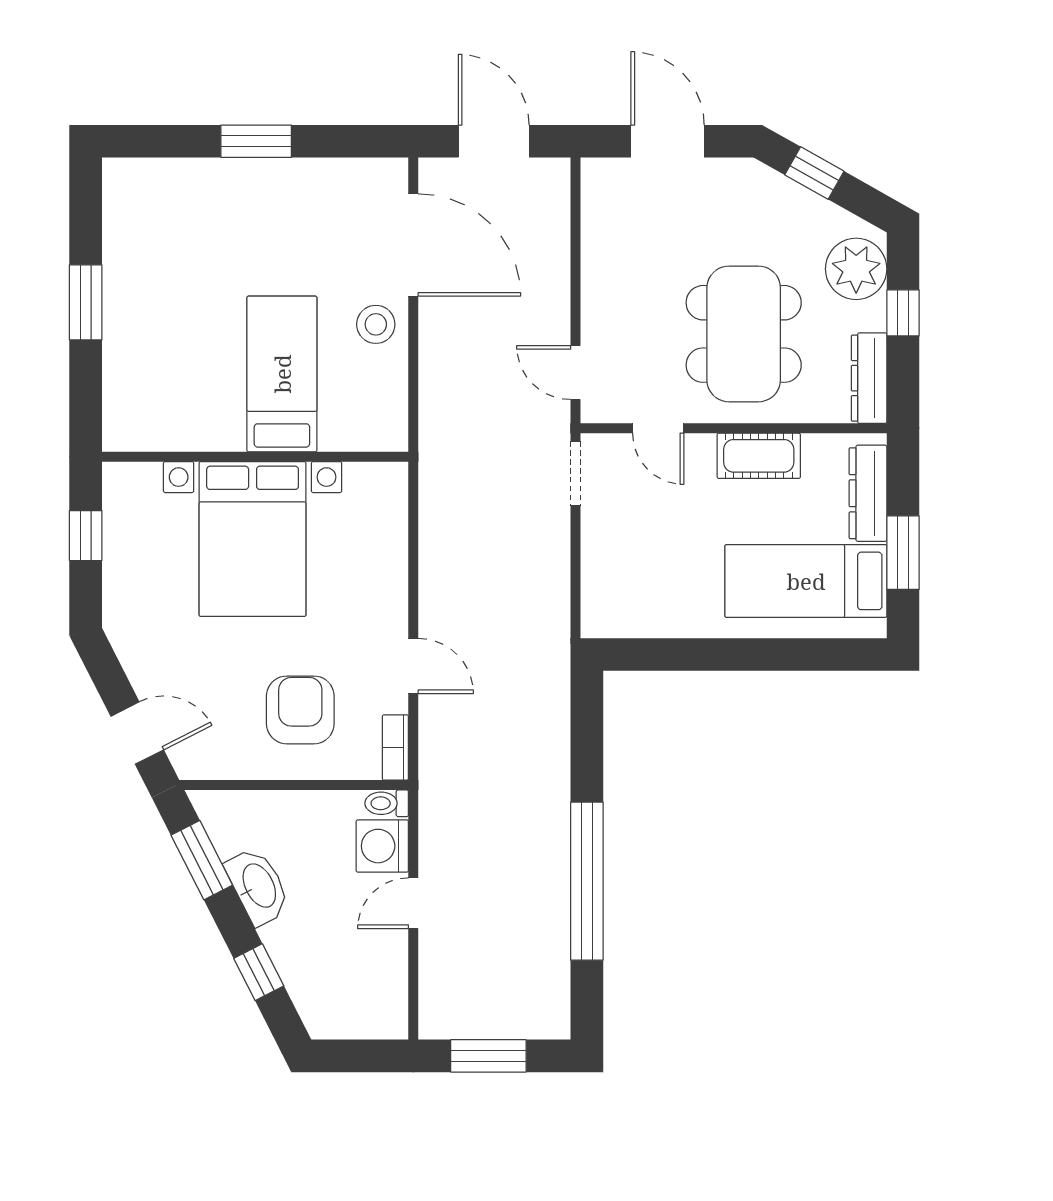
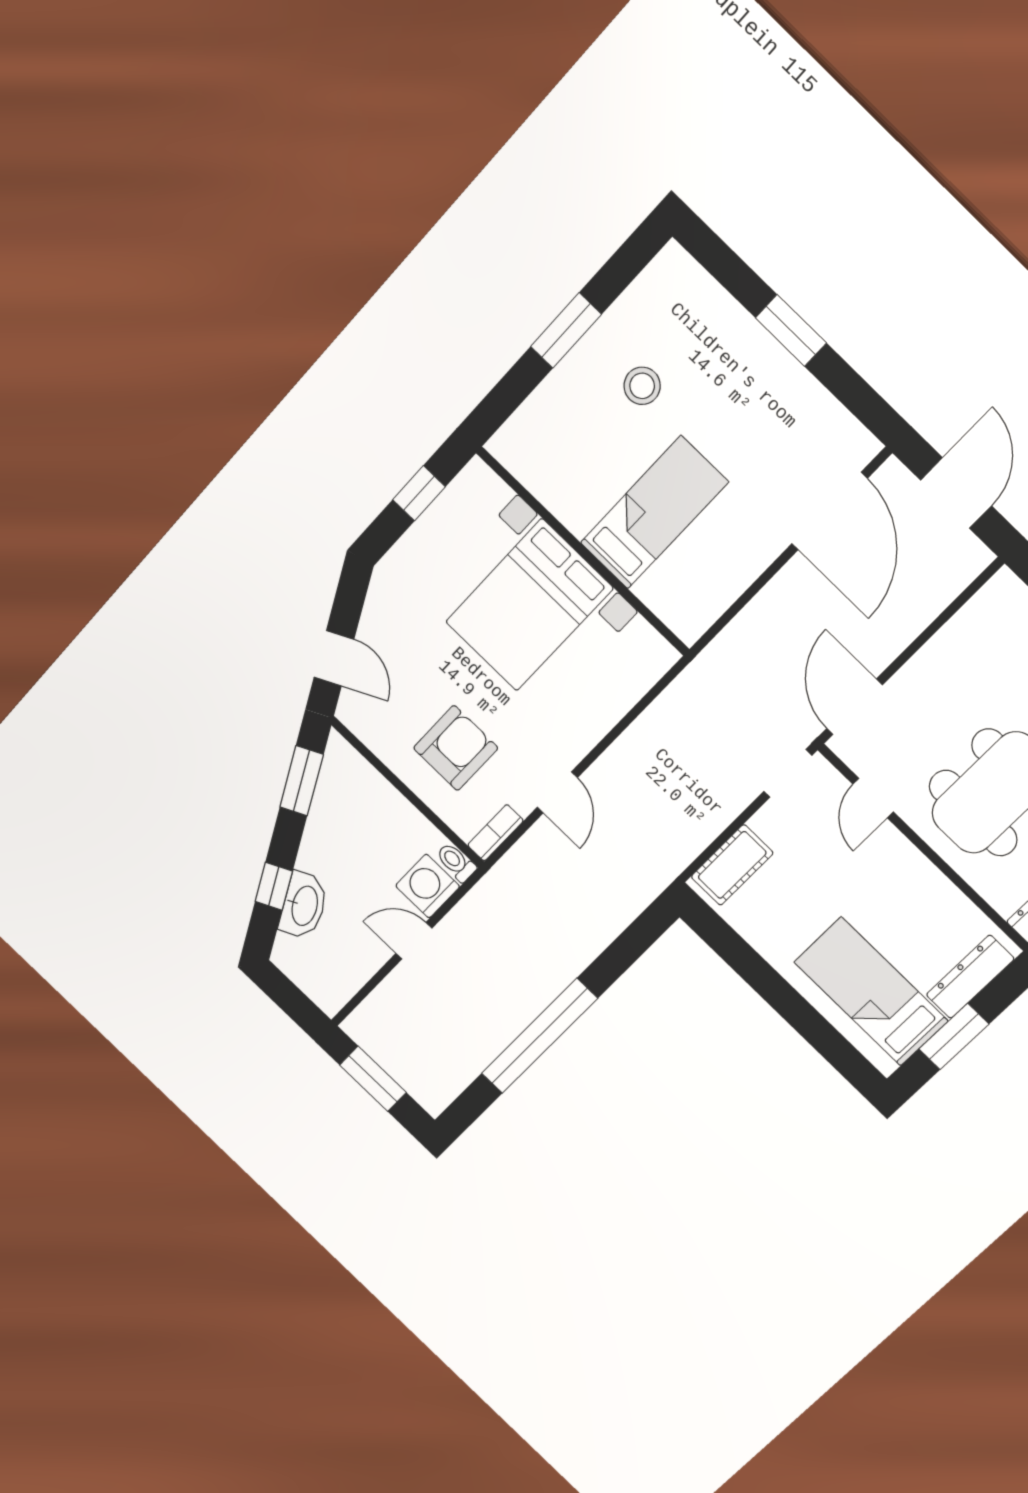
stool: (376, 324) -> (642, 386), moved
door: (575, 373) -> (854, 707), width x1.38
cot: (759, 456) -> (732, 865), moved, turned 90
washbasin: (258, 886) -> (304, 905), moved

